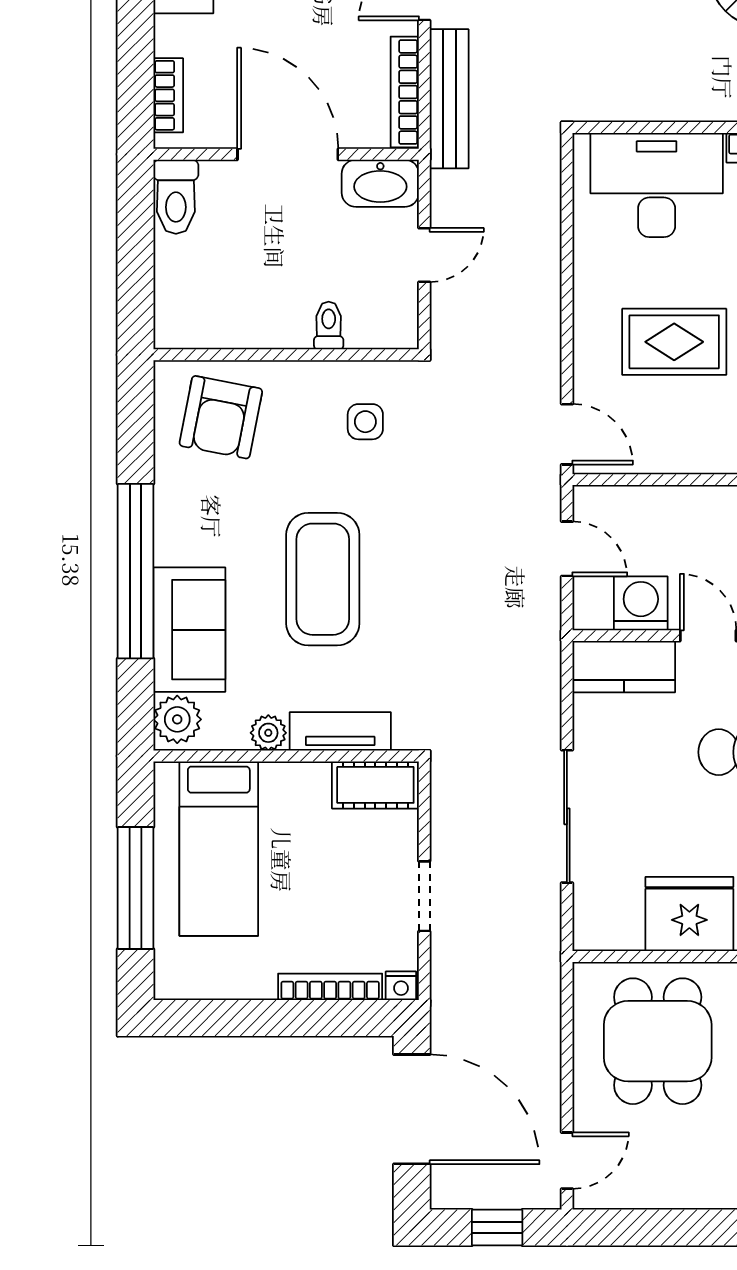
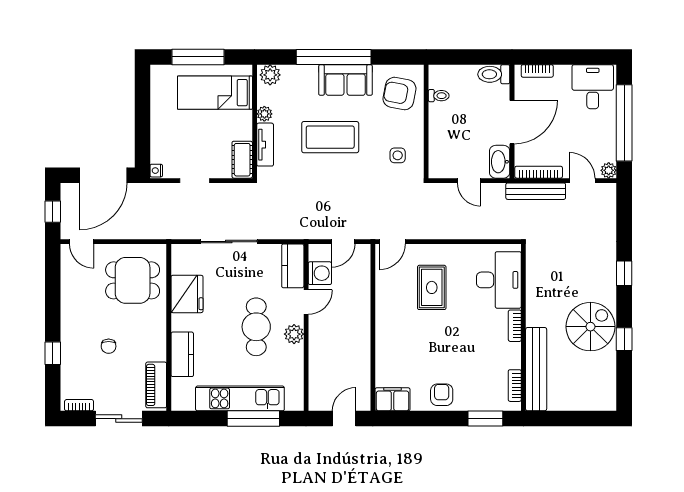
toilet: (329, 326) -> (439, 96), moved
sofa: (189, 630) -> (346, 80), moved
bookcase: (330, 987) -> (156, 140), removed

